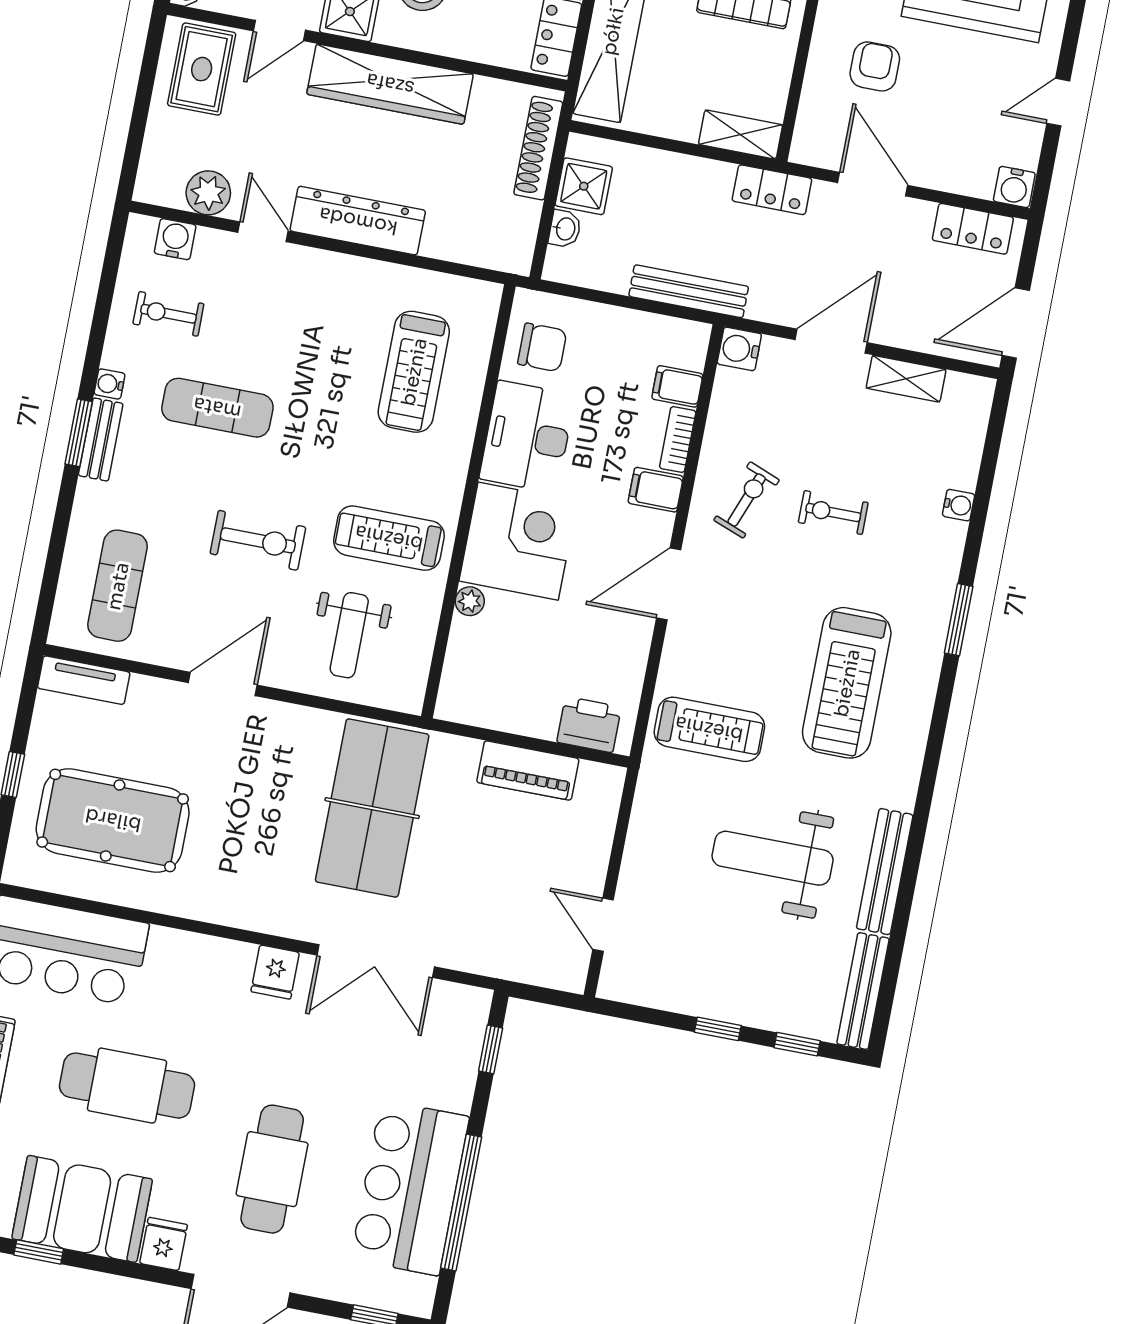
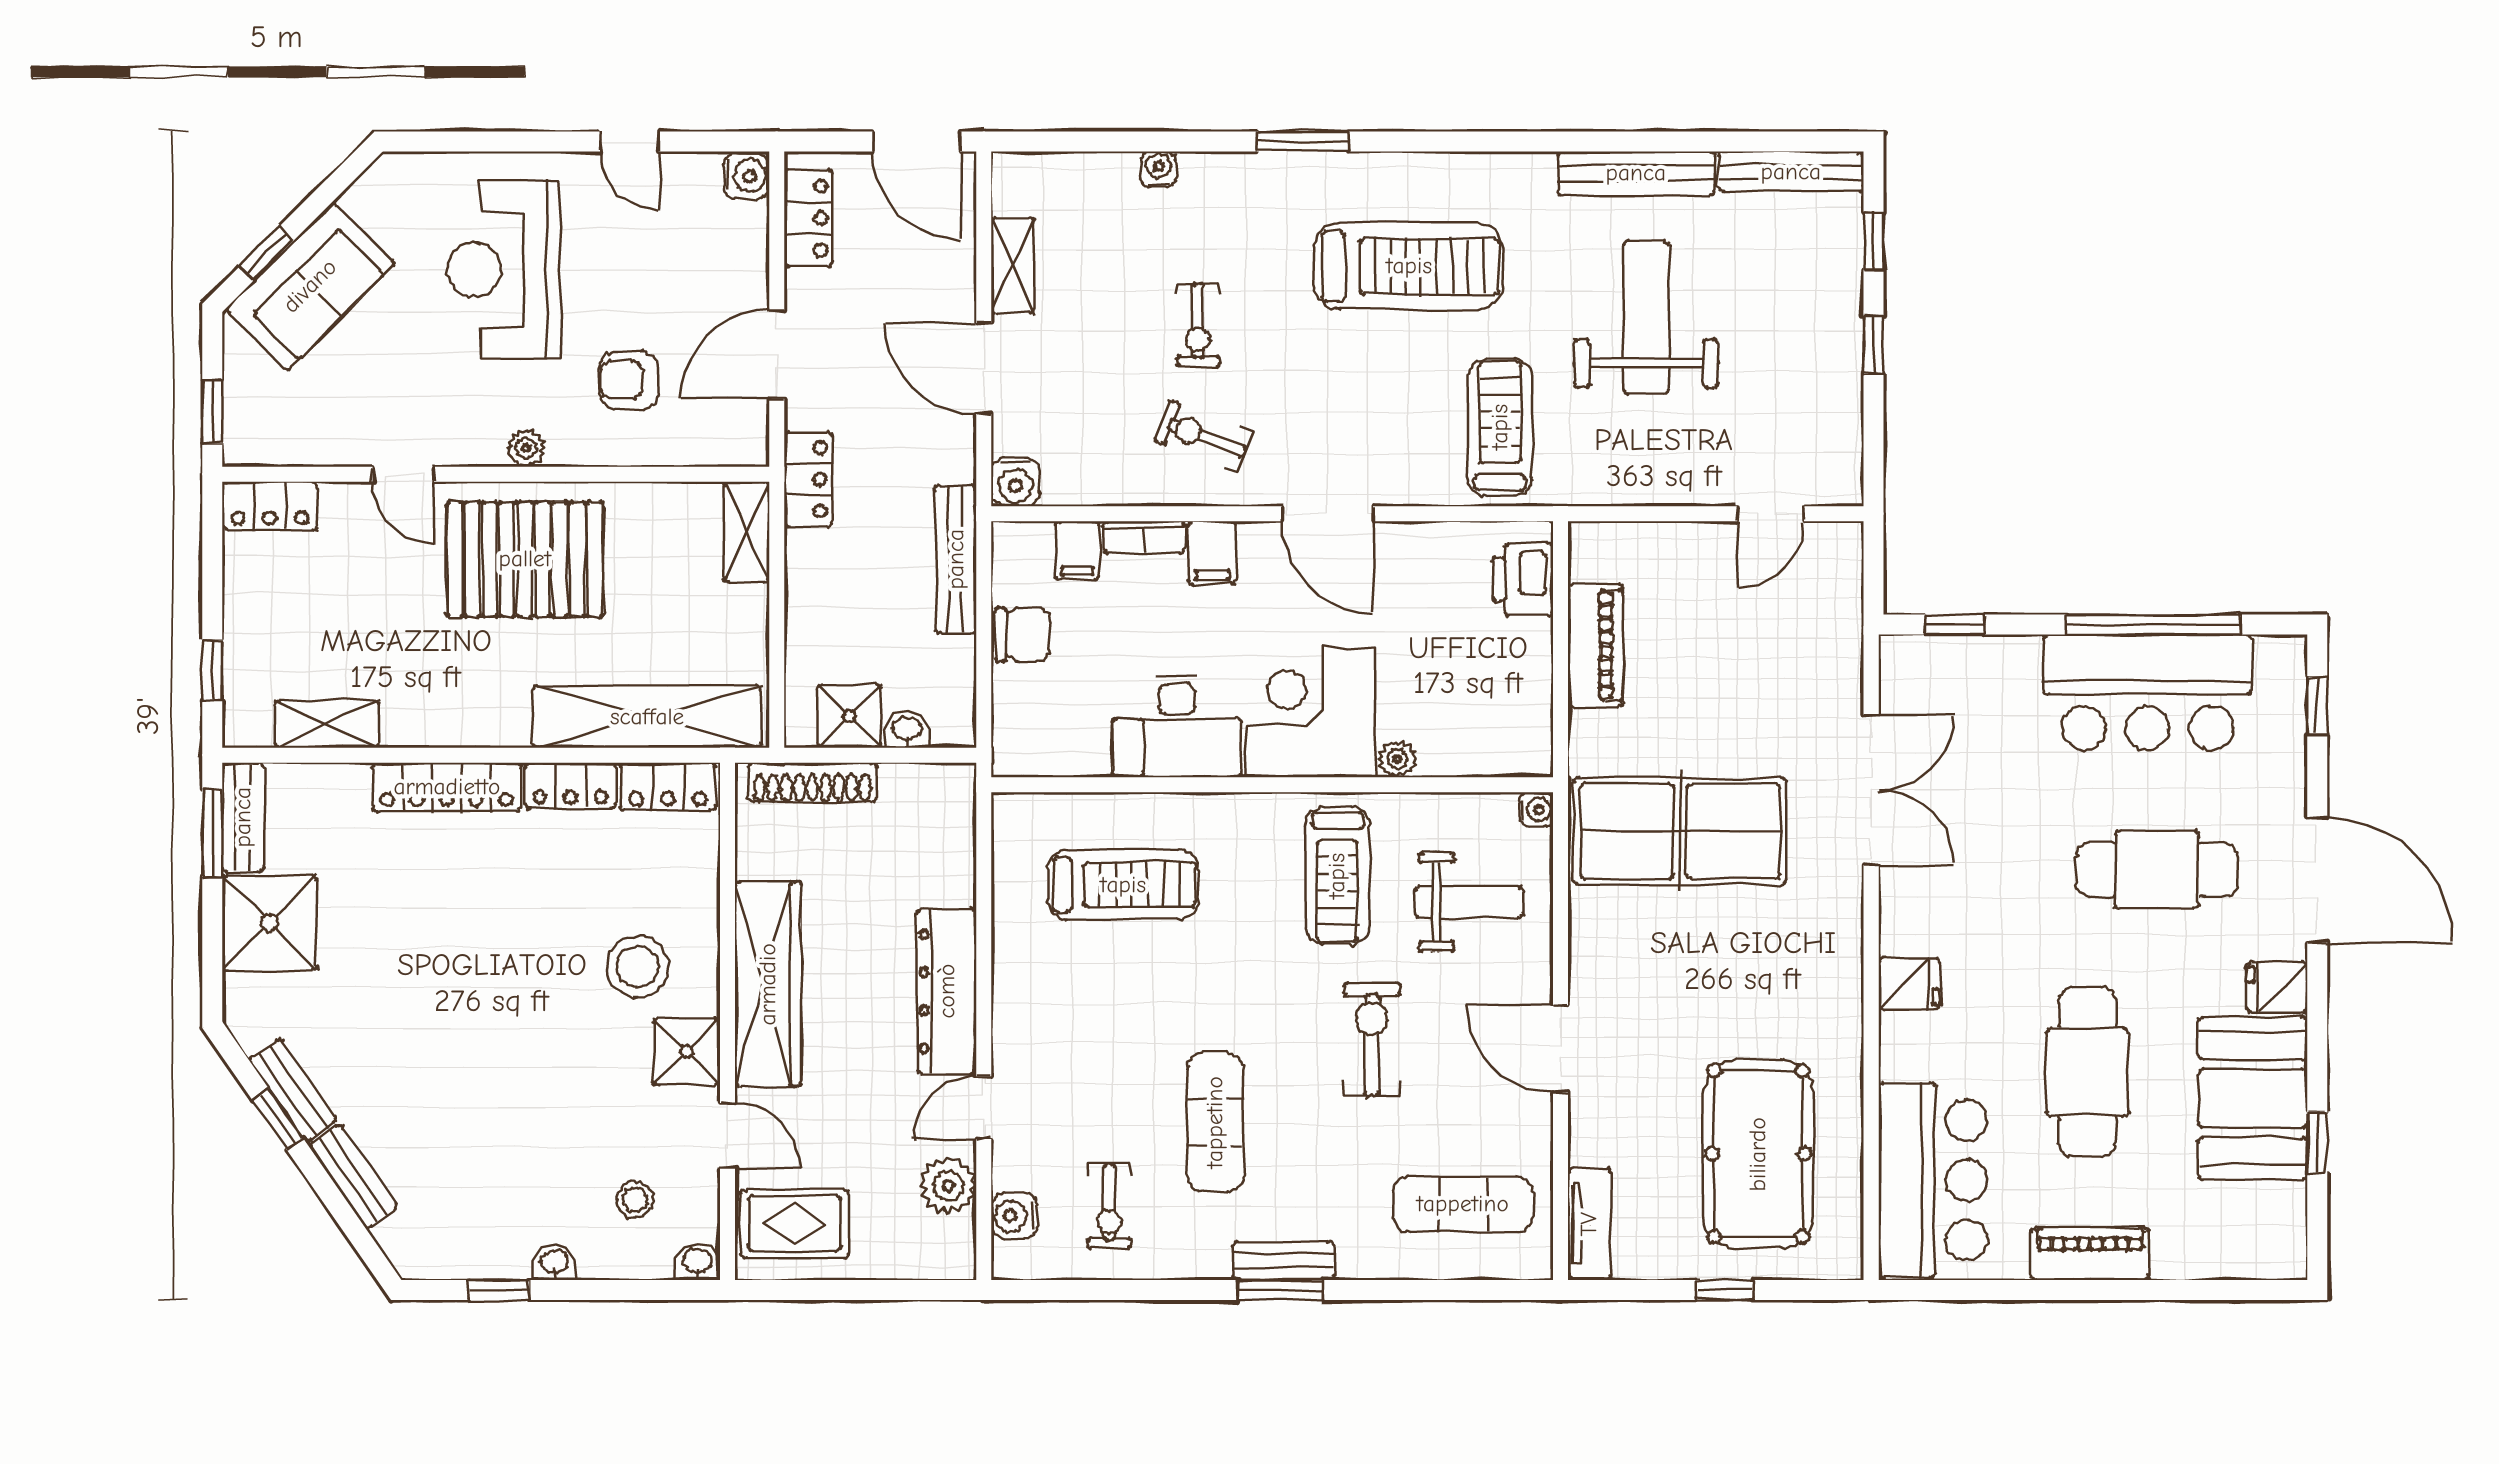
chair: (542, 347) -> (1022, 635), moved, turned 90
water cooler: (110, 384) -> (1536, 809), moved, turned -90
weight bench: (773, 858) -> (1646, 317), turned 180
fridge: (275, 972) -> (1909, 984), moved

